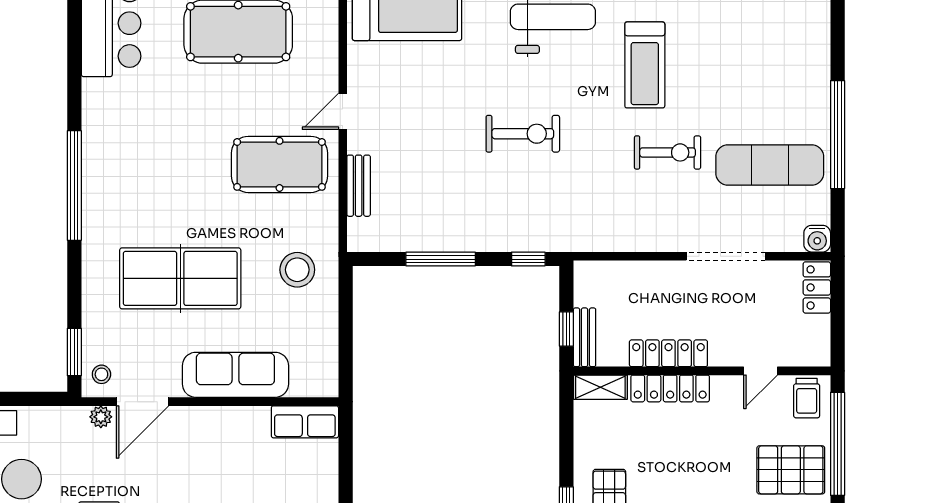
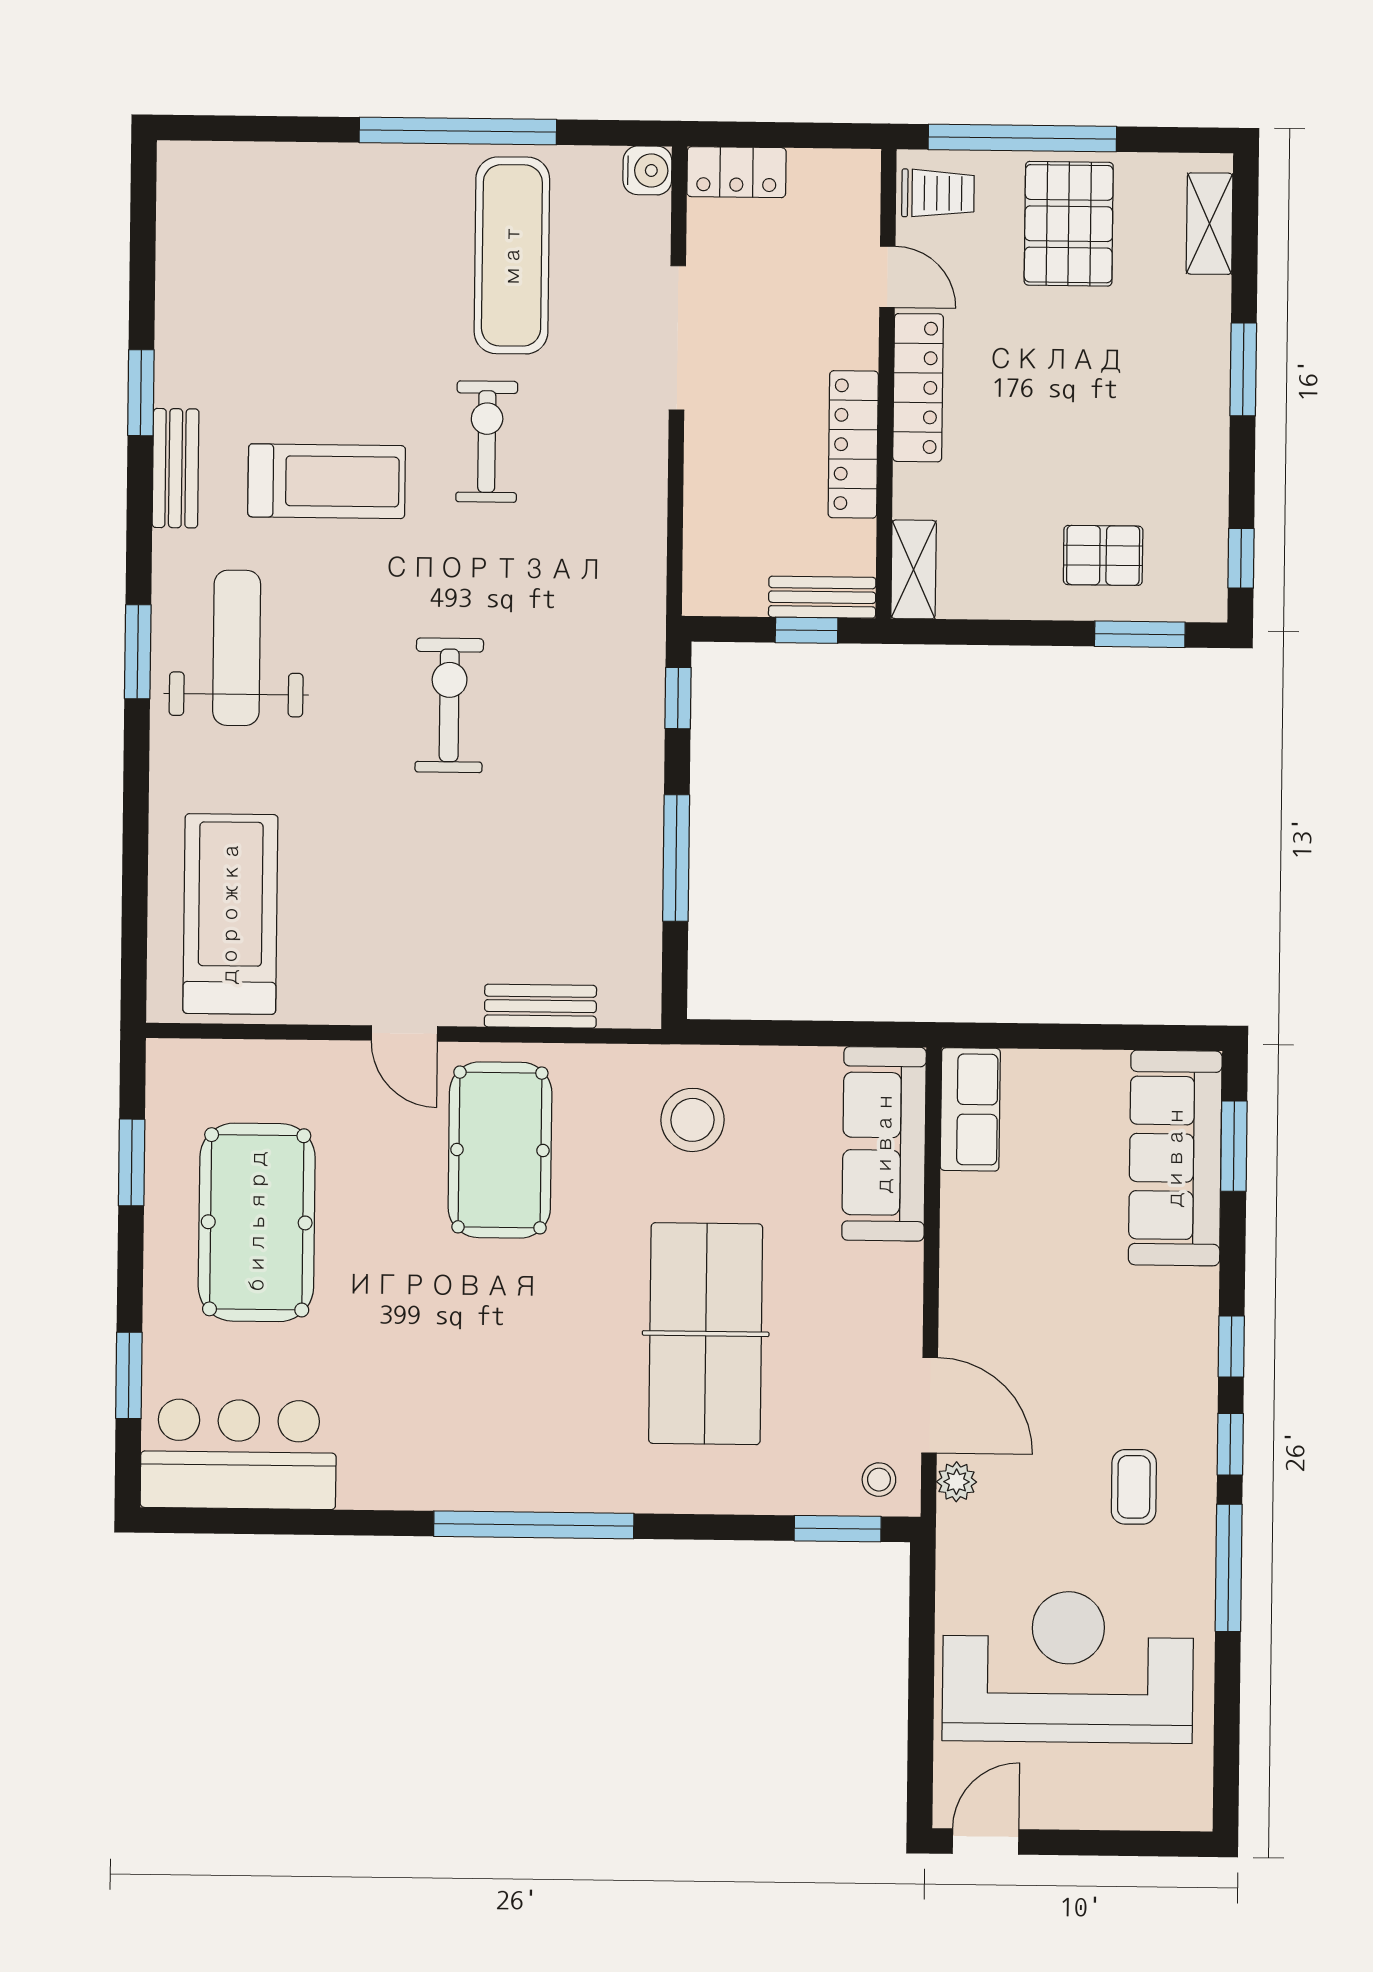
sofa: (235, 375) -> (884, 1144), moved
locker: (670, 388) -> (918, 388), moved

